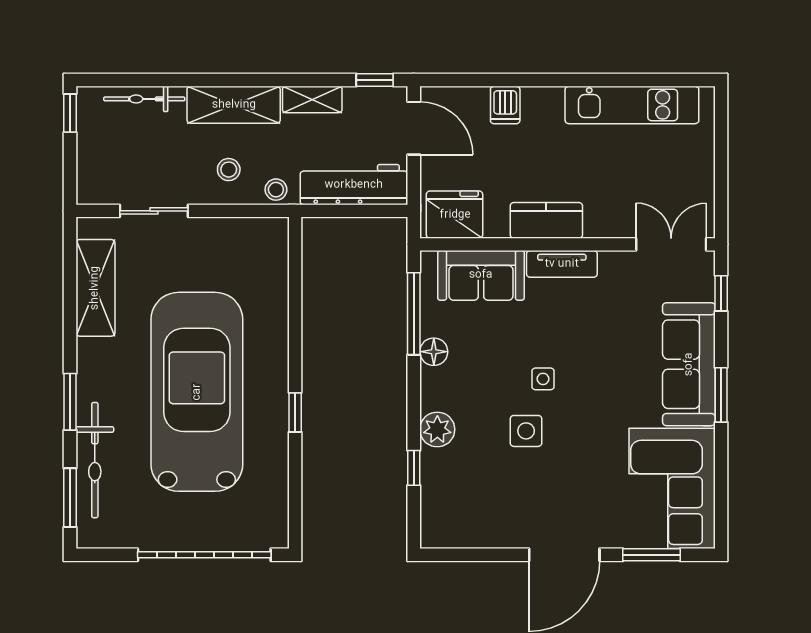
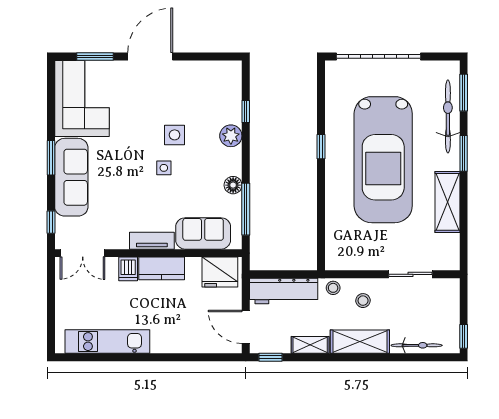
dishwasher: (505, 105) -> (128, 269), moved, turned 180
shelving: (95, 288) -> (448, 202), moved

